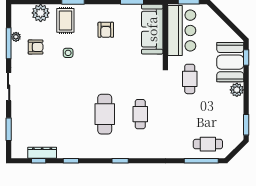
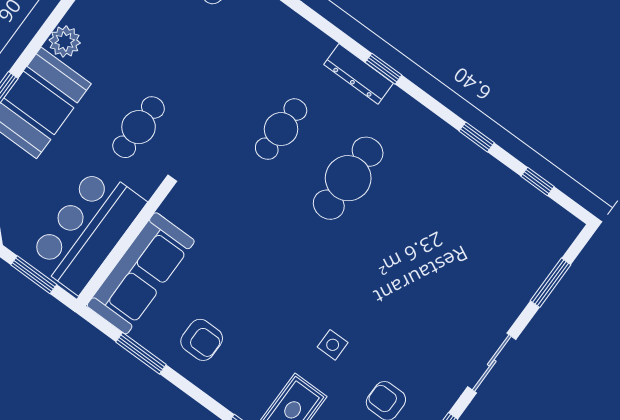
armchair: (106, 30) -> (202, 340), moved, turned 90
dresser: (42, 153) -> (358, 74), moved

